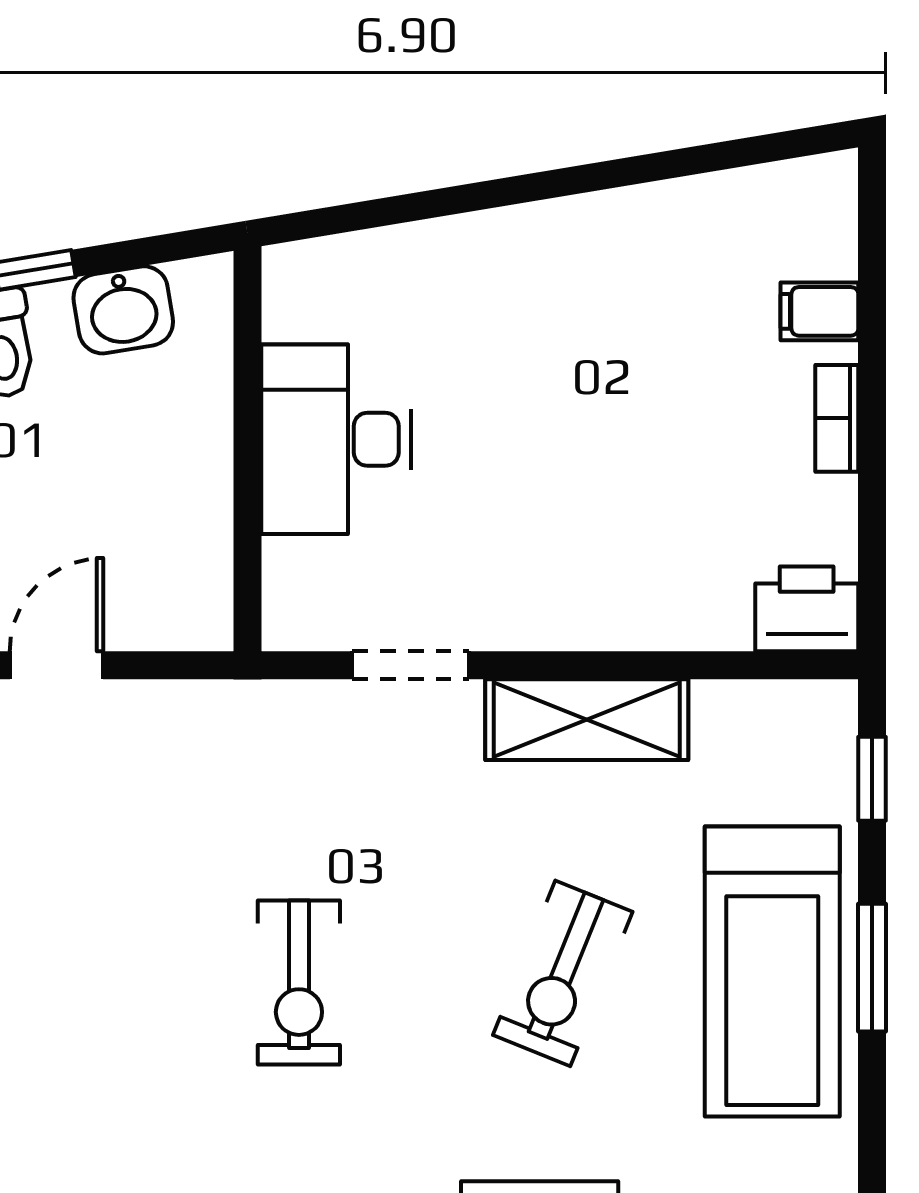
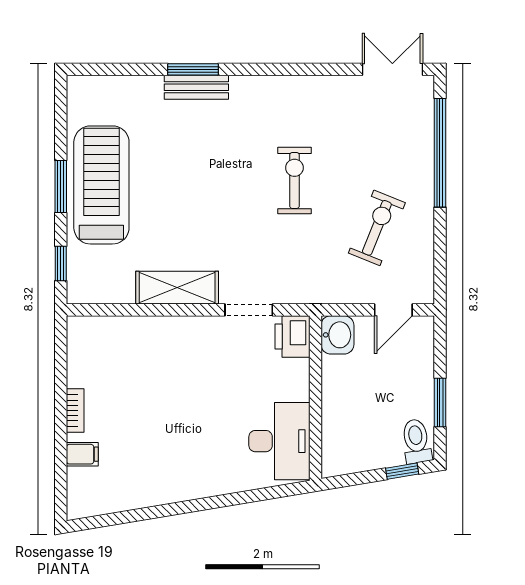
washbasin: (123, 310) -> (337, 335), moved, turned 99
desk: (336, 439) -> (279, 441), moved
printer: (807, 609) -> (292, 337), moved, turned 90
exercise bike: (563, 973) -> (377, 228), moved

